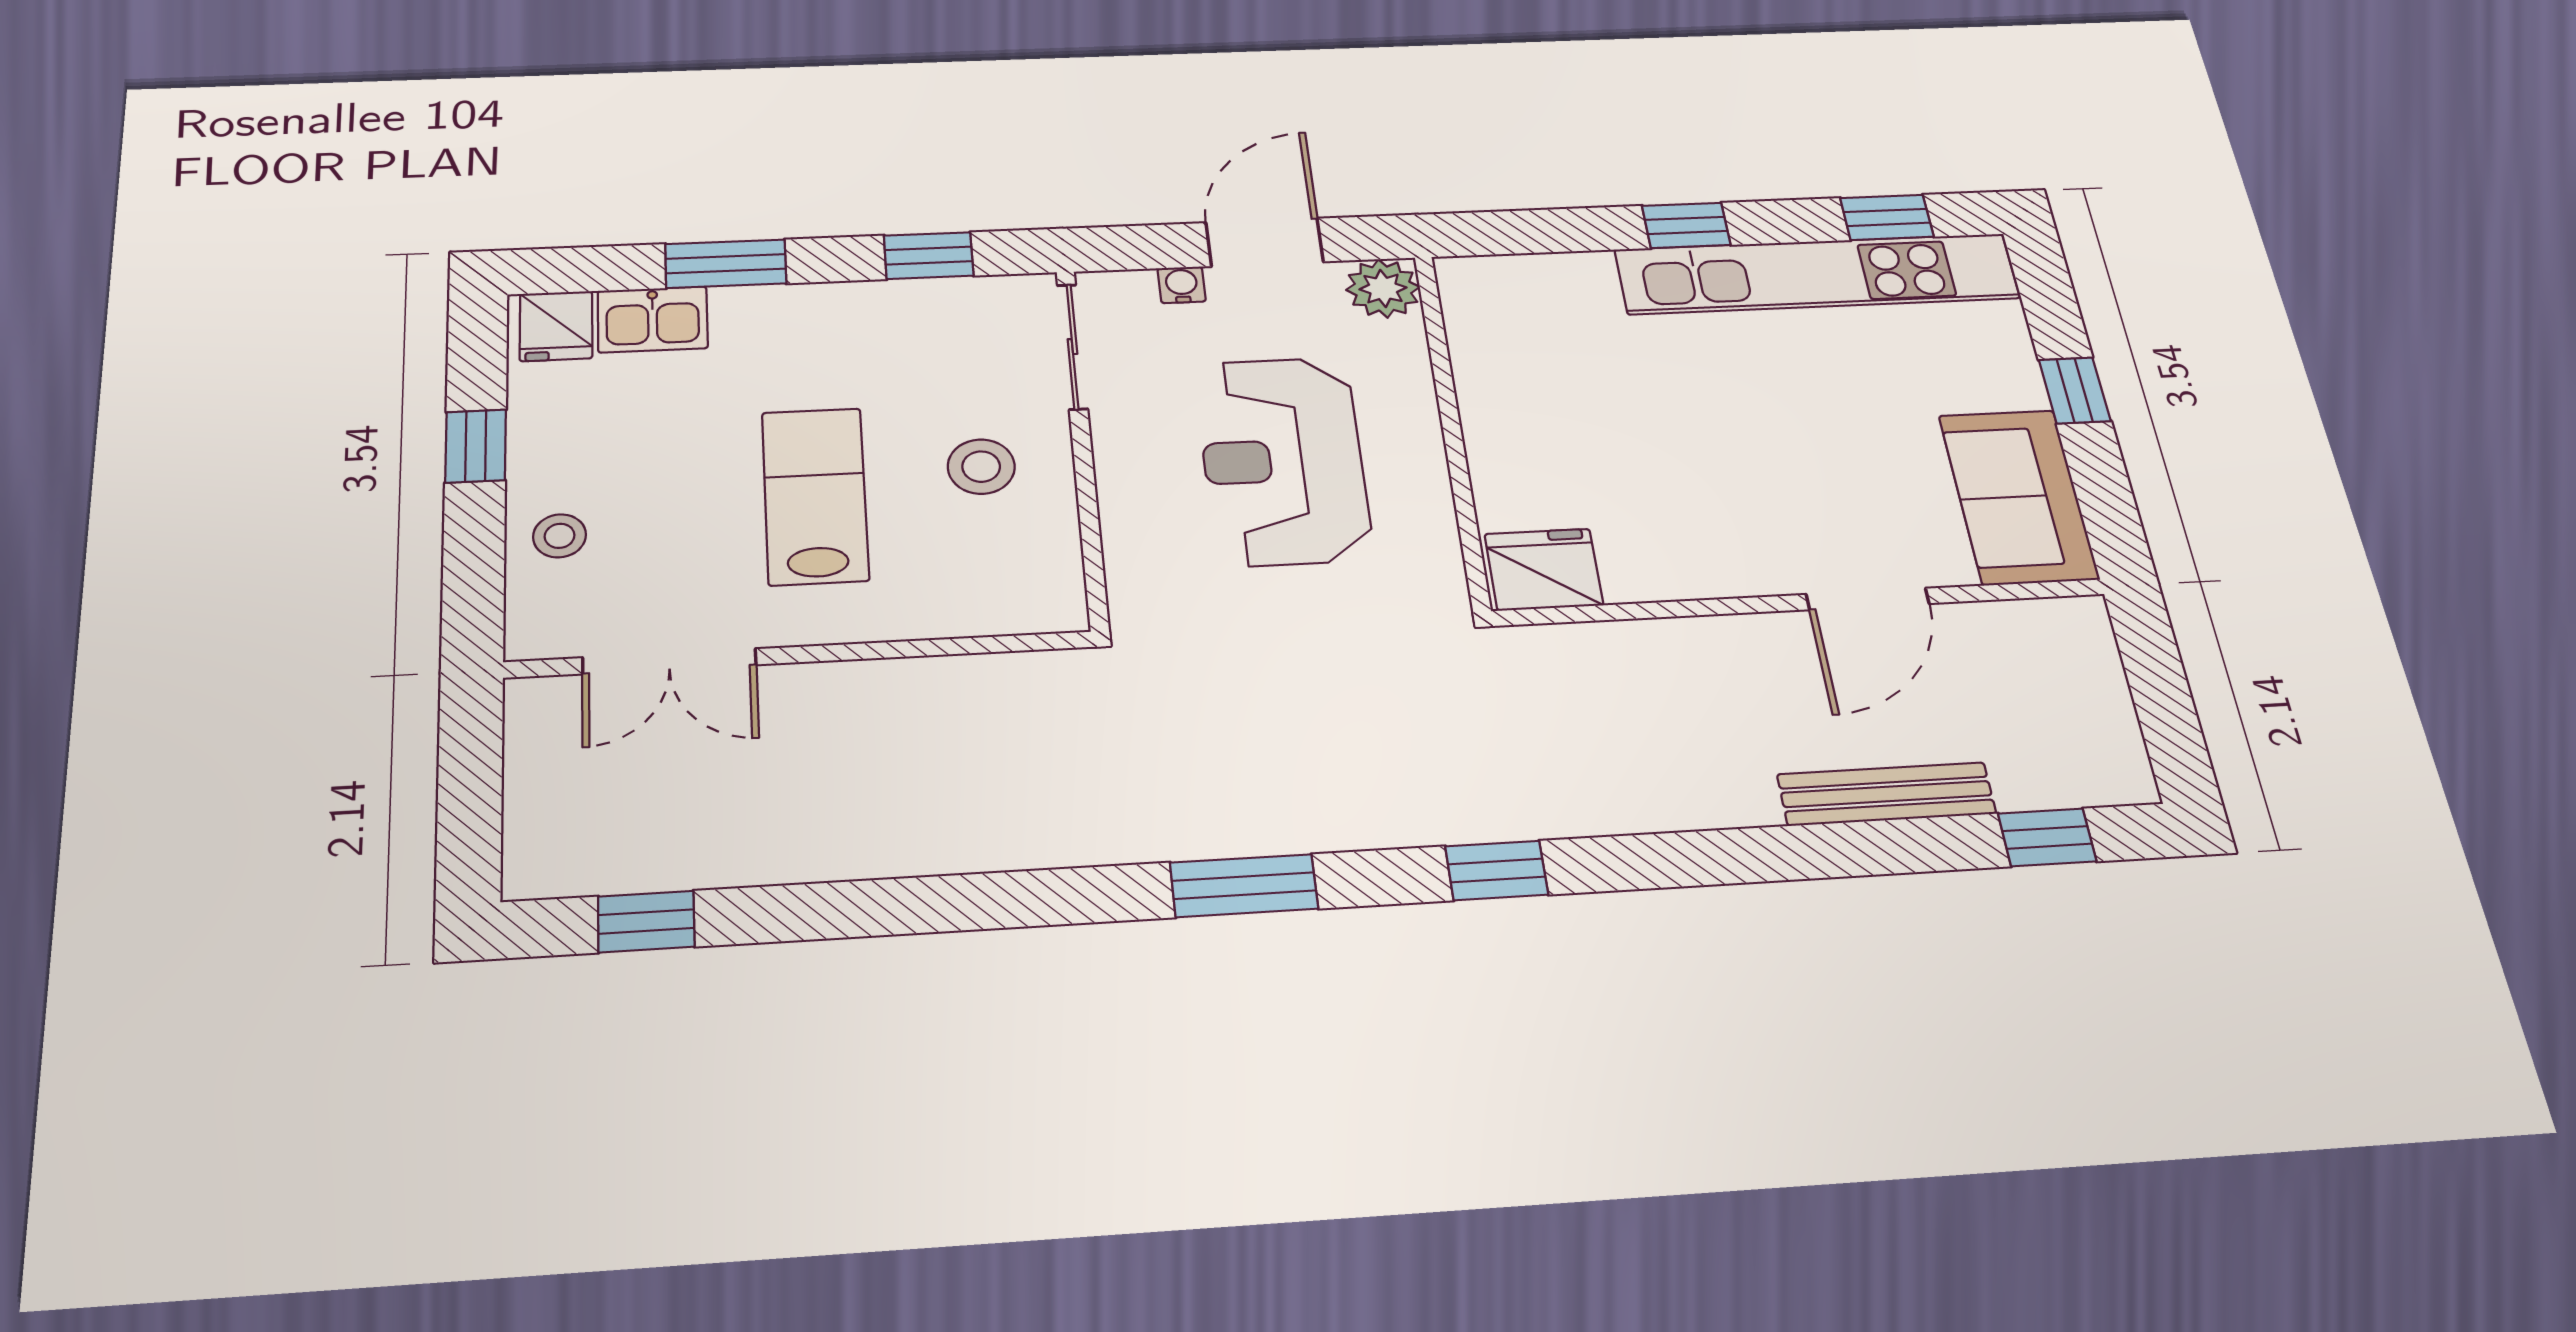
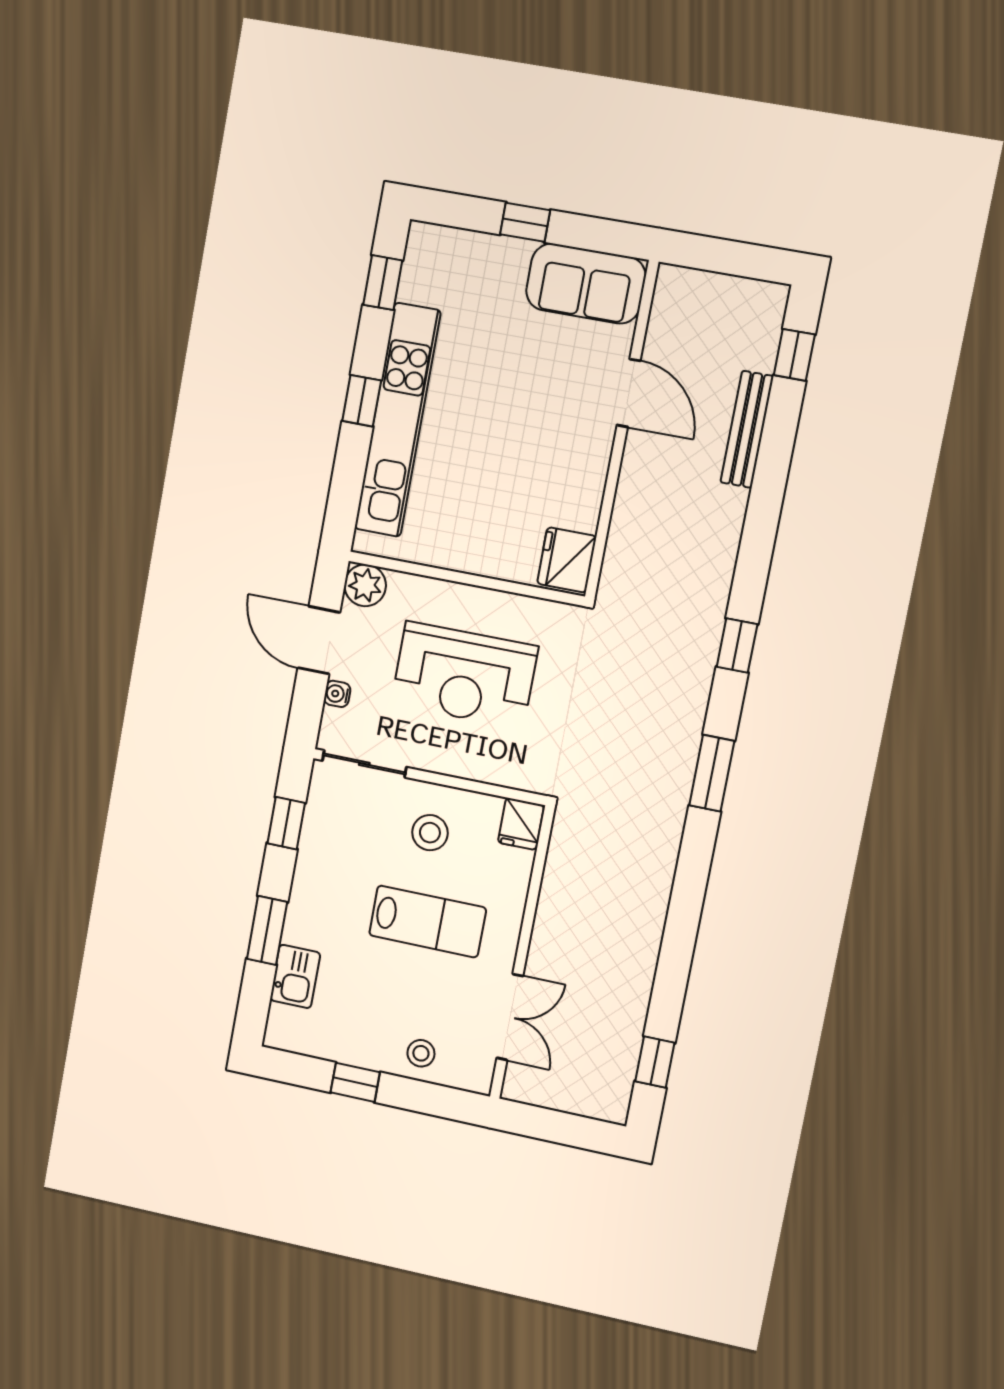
kitchen unit: (1817, 274) -> (398, 420), moved
fridge: (556, 326) -> (521, 824), moved, turned 90
lab bench: (815, 496) -> (428, 921), turned 180

